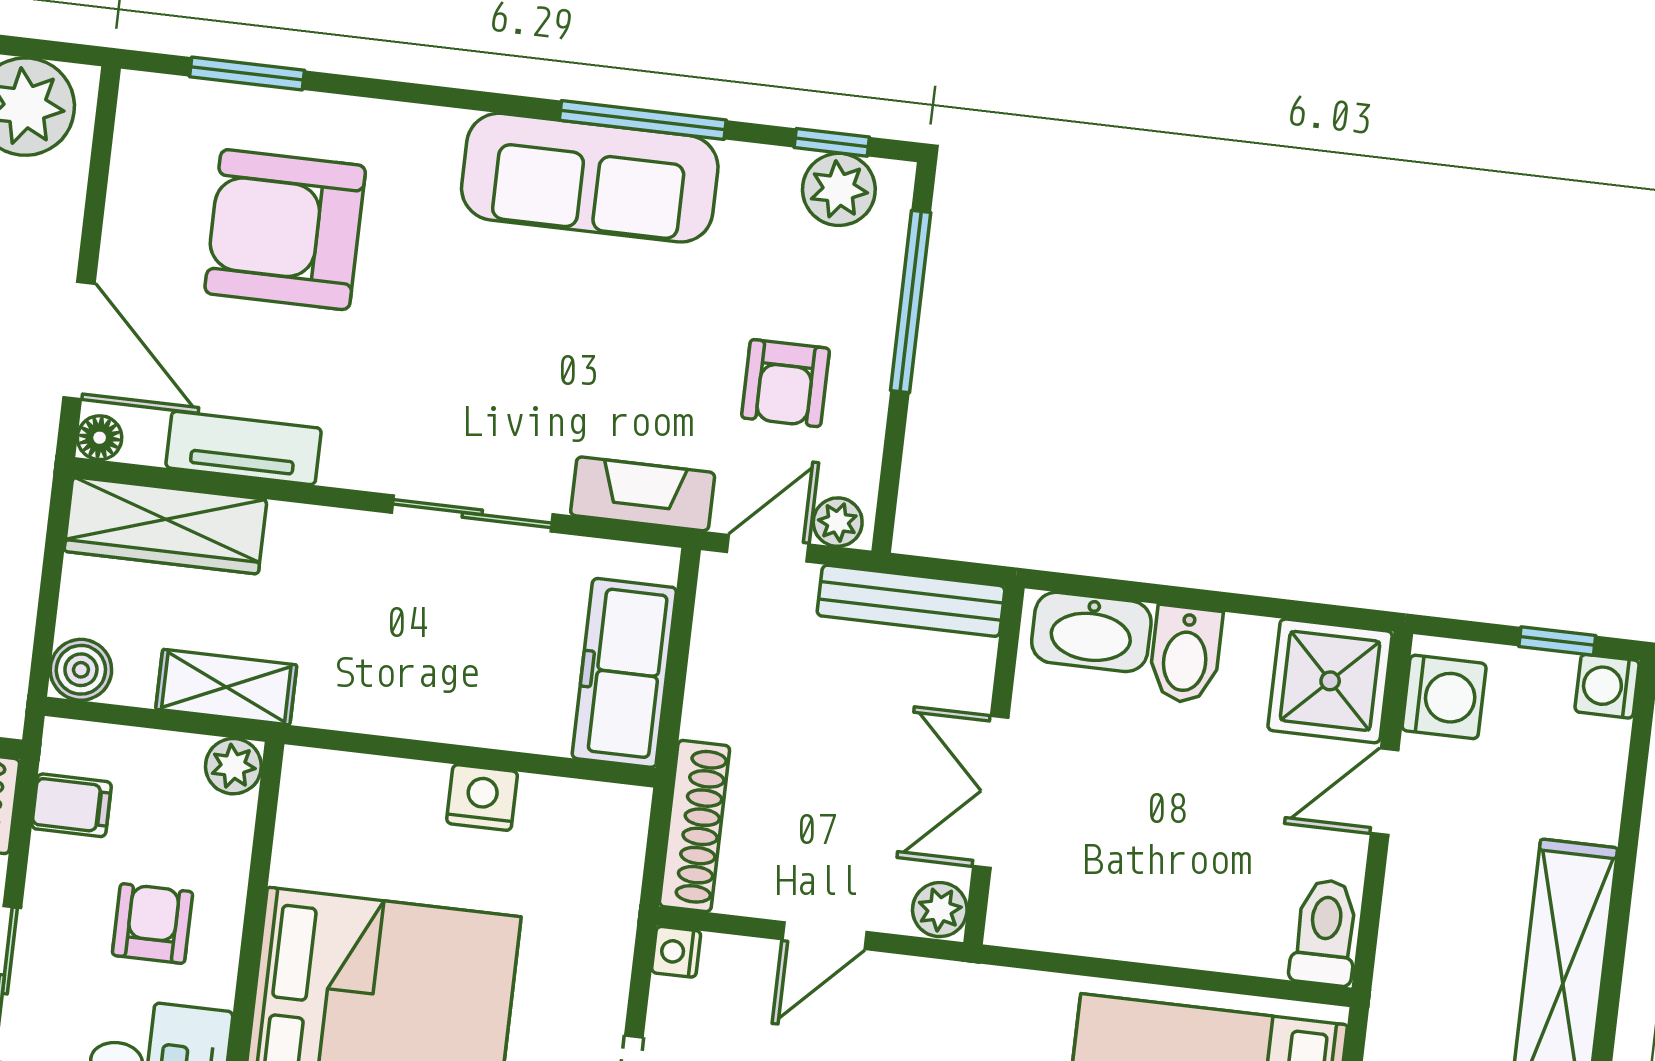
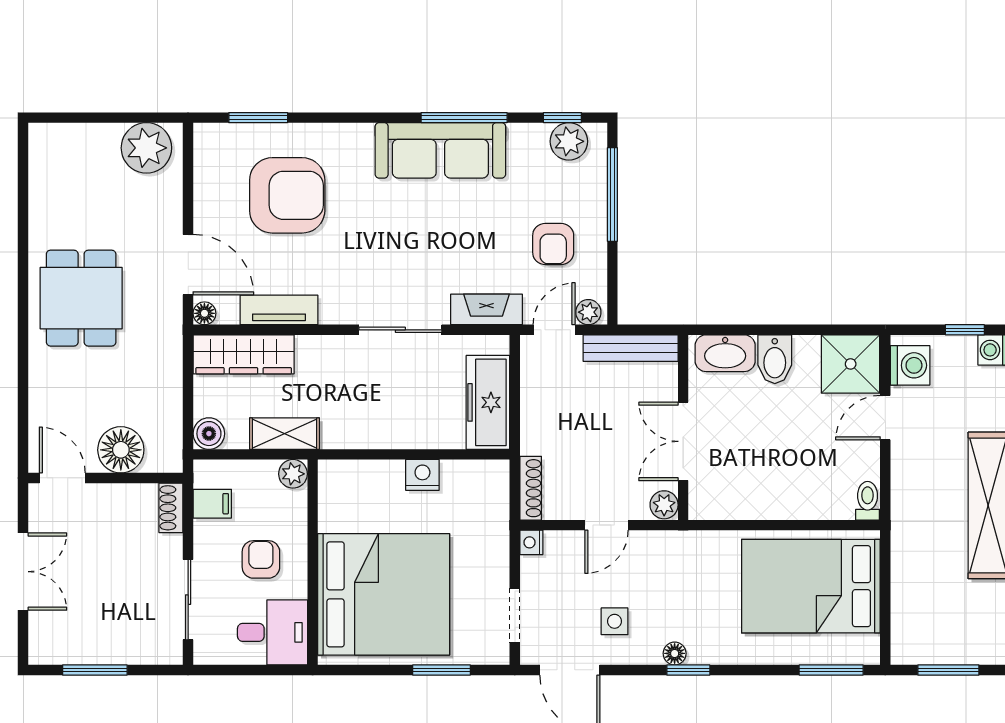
armchair: (285, 230) -> (287, 195), turned 180
shoe rack: (695, 826) -> (531, 488), width x0.74, depth x0.81
toilet: (1325, 932) -> (868, 501), width x0.73, depth x0.72

